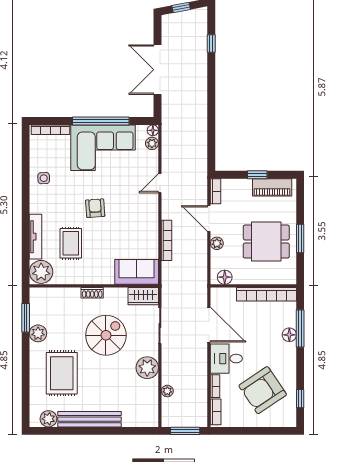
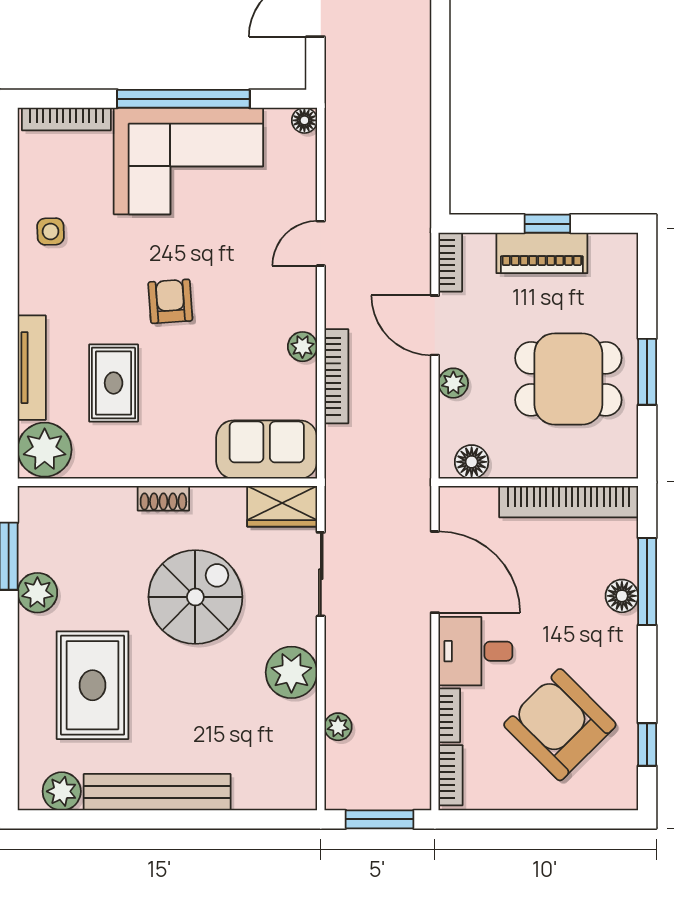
plant: (152, 143) -> (302, 347), moved
piano: (272, 187) -> (542, 253), moved
armchair: (263, 390) -> (560, 725), turned 79

